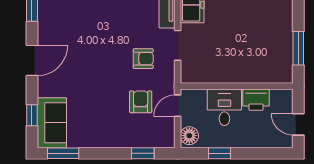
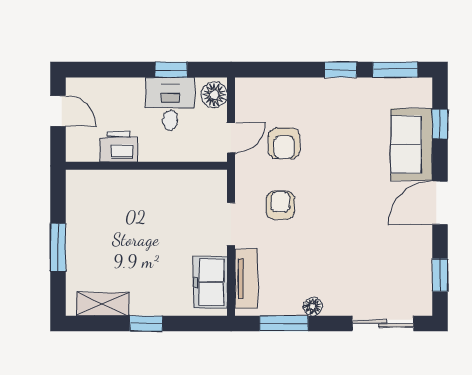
window: (298, 48) -> (58, 247), moved
armchair: (143, 59) -> (280, 205), turned 90
desk: (224, 107) -> (170, 104), moved, turned 180
sofa: (52, 123) -> (412, 144), moved
window: (143, 153) -> (341, 70), moved

